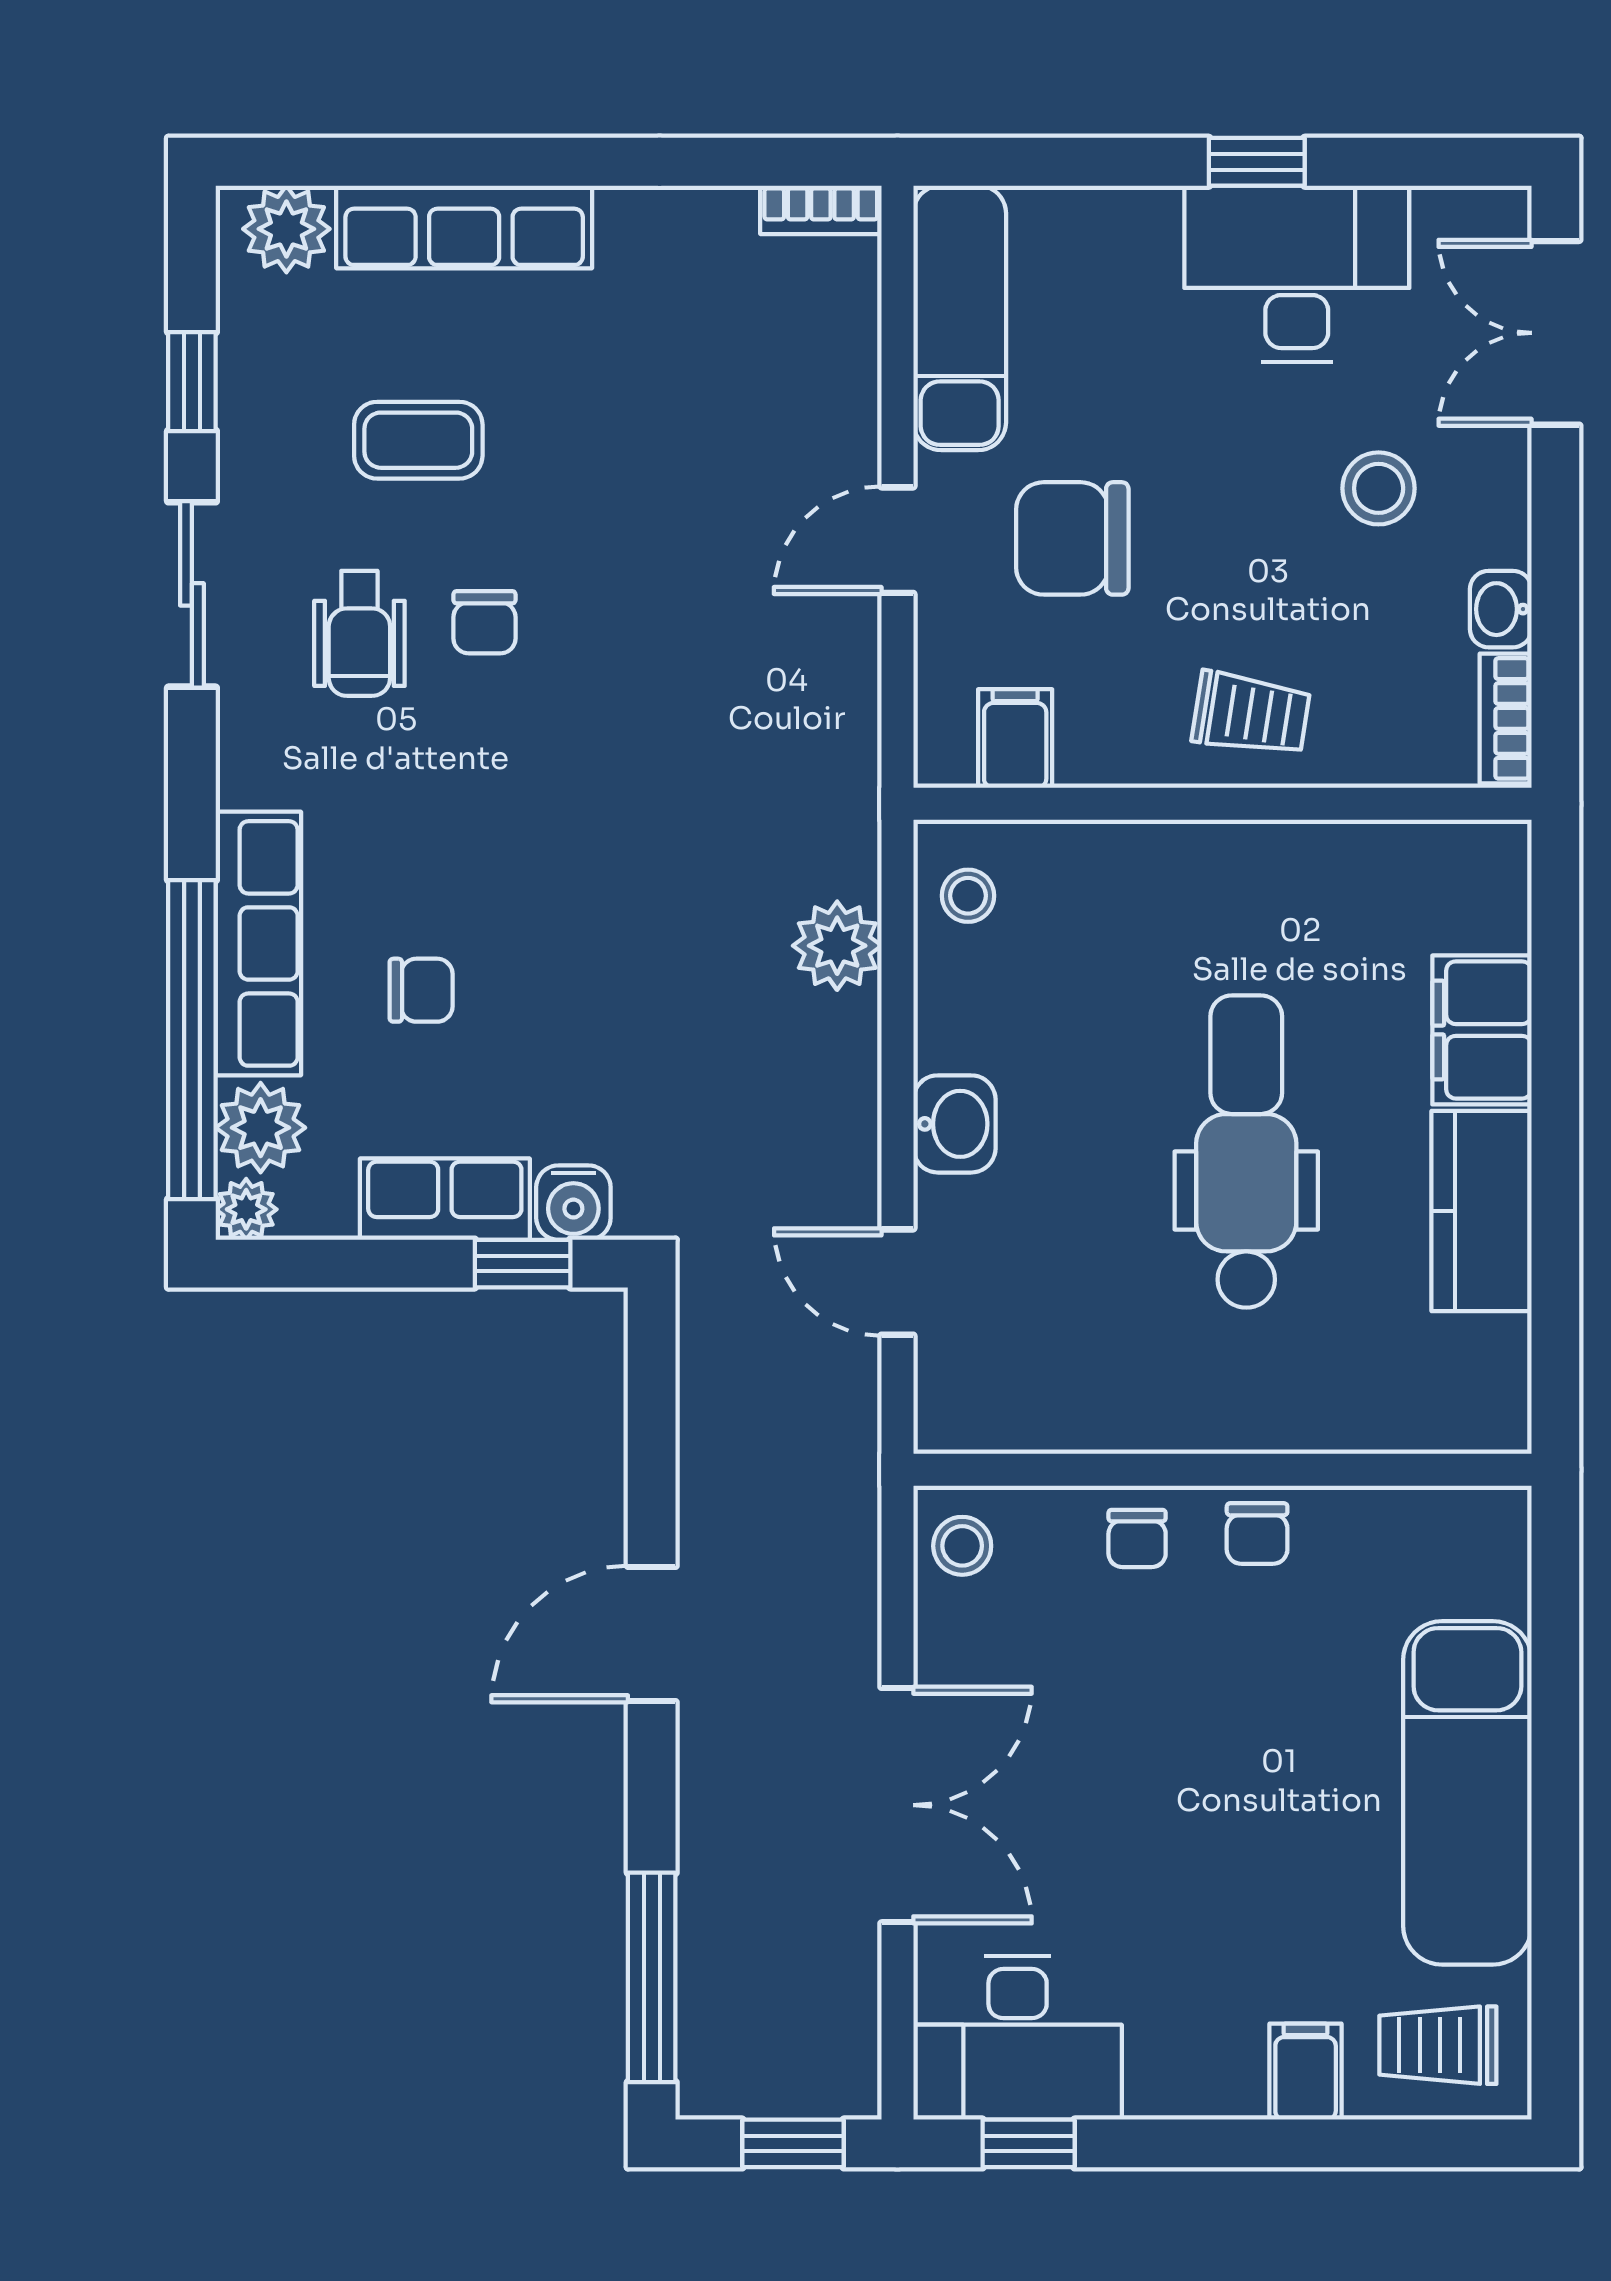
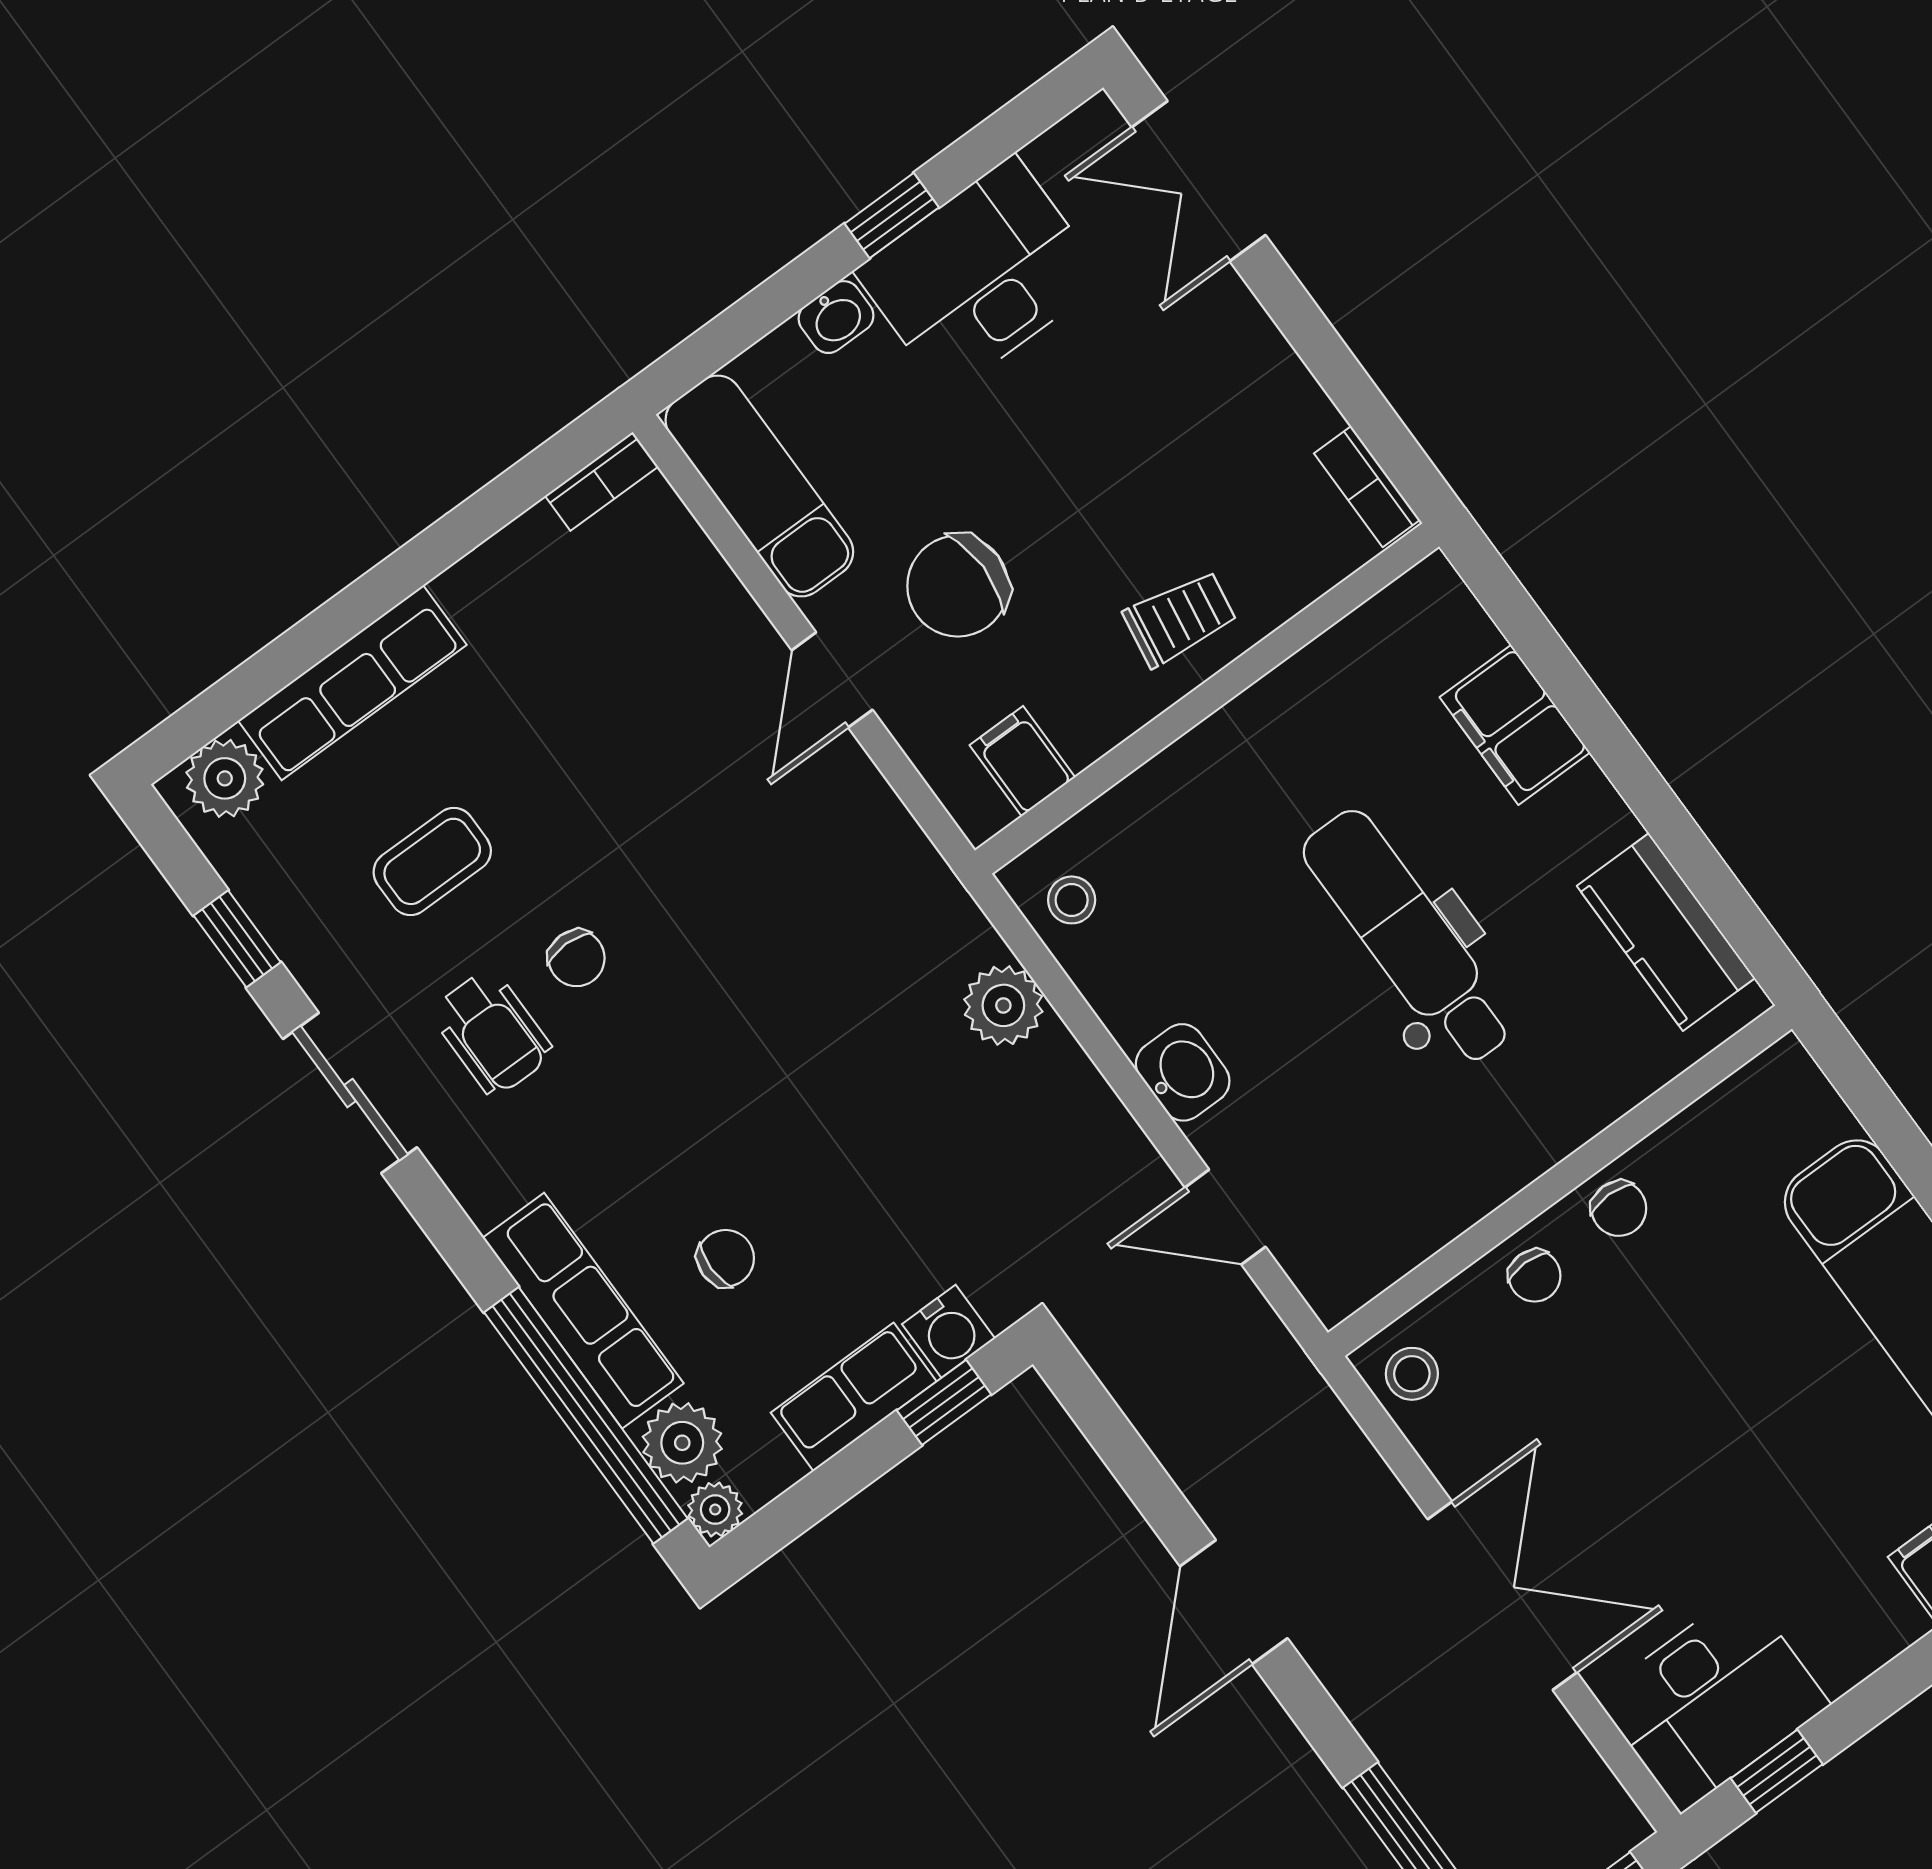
stool: (1379, 488) -> (1153, 387), removed
washbasin: (1501, 609) -> (836, 317), moved, turned -90
kitchen counter: (1482, 1211) -> (1666, 932), moved

